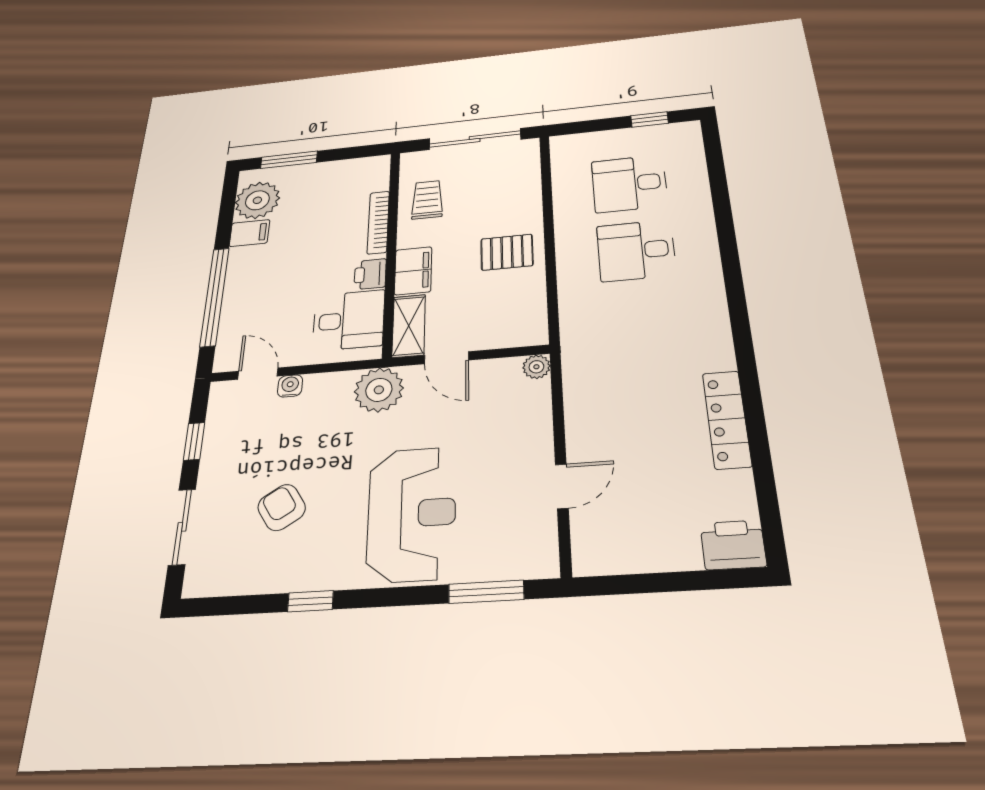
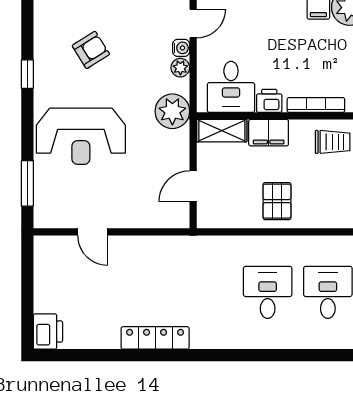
door: (446, 358) -> (193, 186), moved
plant: (536, 367) -> (180, 68), moved
locker: (727, 419) -> (155, 338), moved

